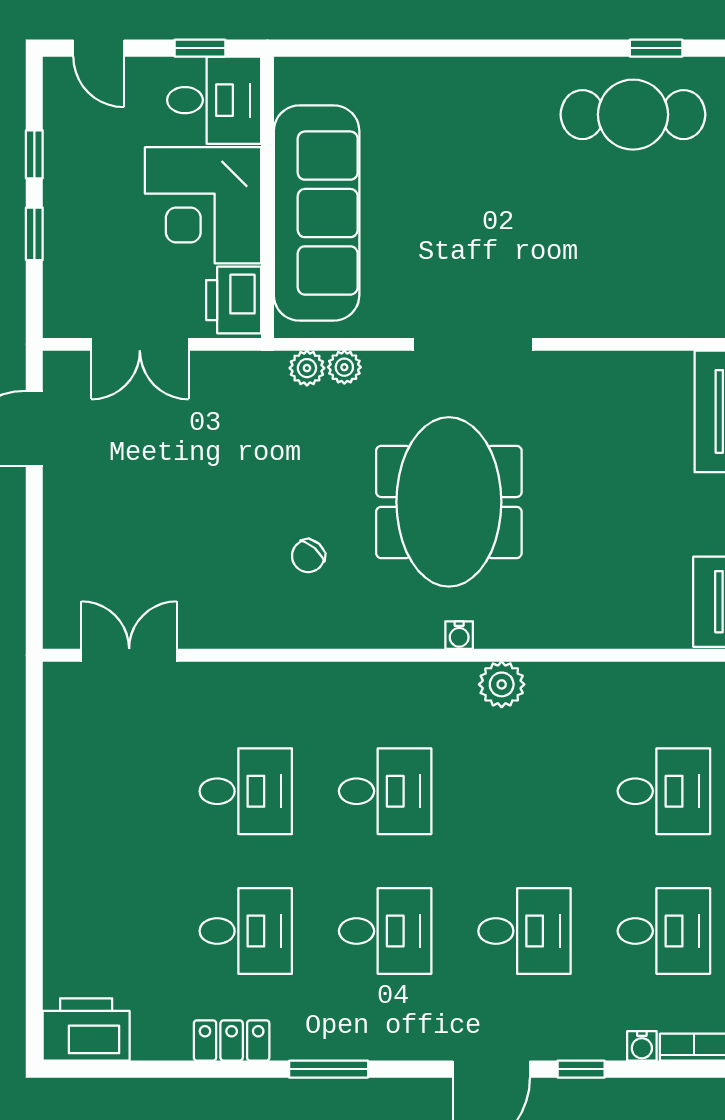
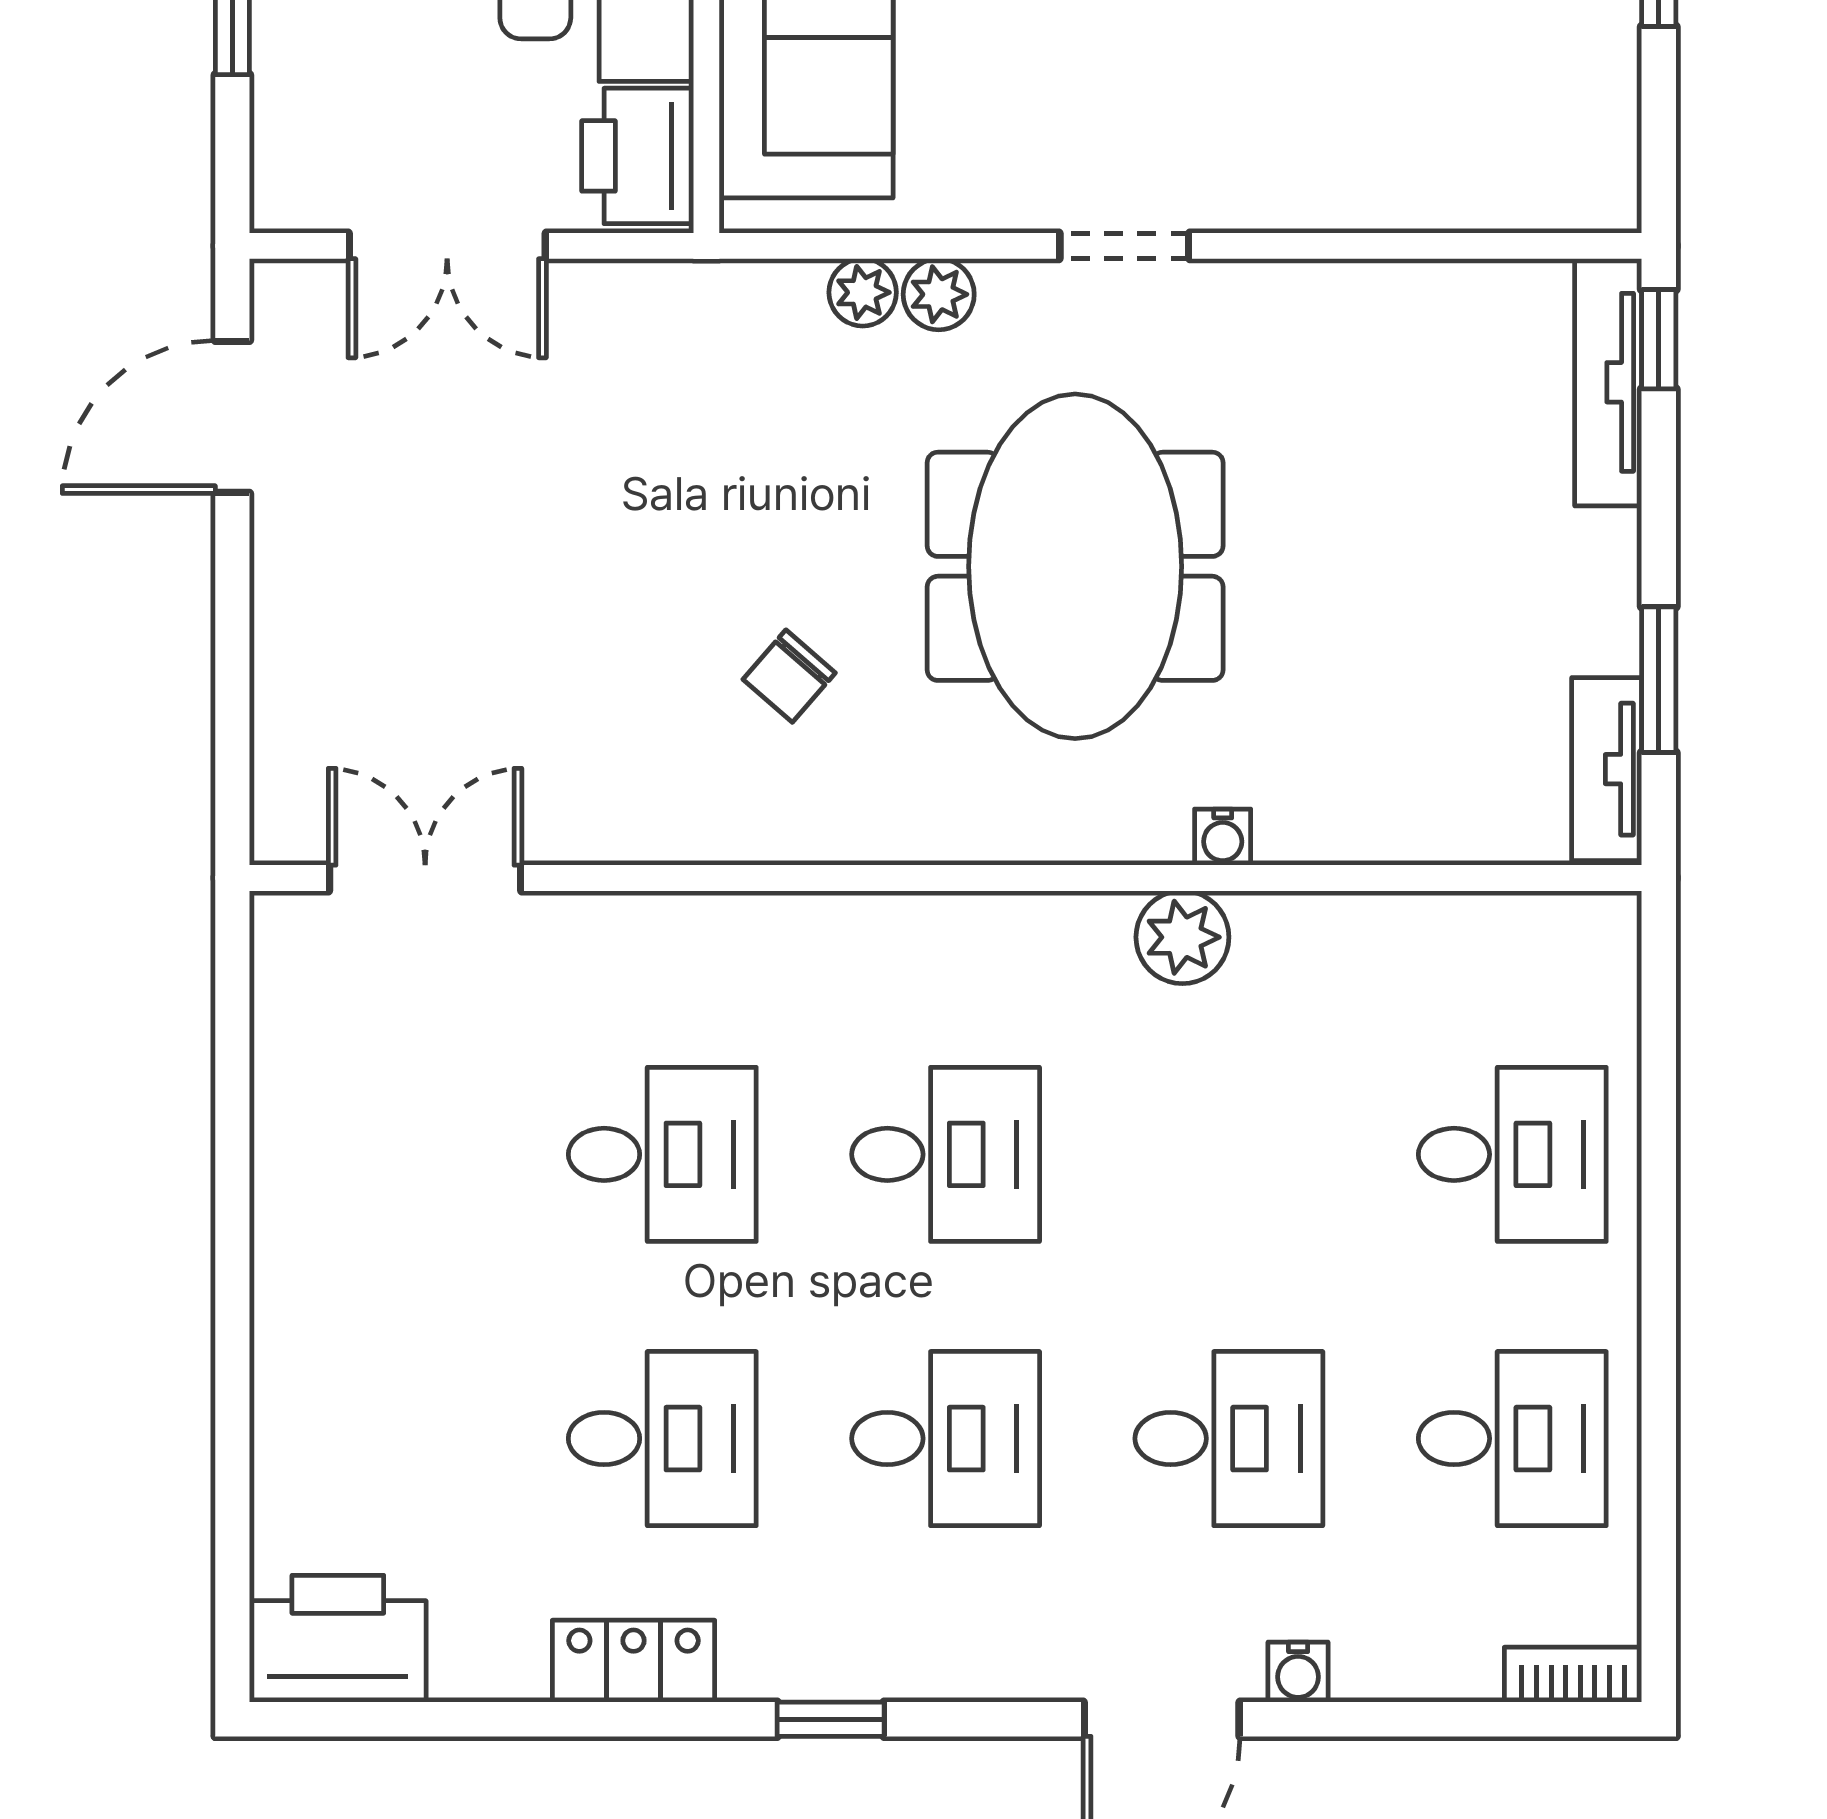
doorway: (473, 344) -> (1124, 246), width x0.53
plant: (307, 368) -> (939, 294), moved
water cooler: (459, 635) -> (1223, 837), moved
water cooler: (642, 1046) -> (1298, 1672), moved
window: (329, 1069) -> (831, 1719), width x0.67
window: (581, 1069) -> (1344, 1719), removed

